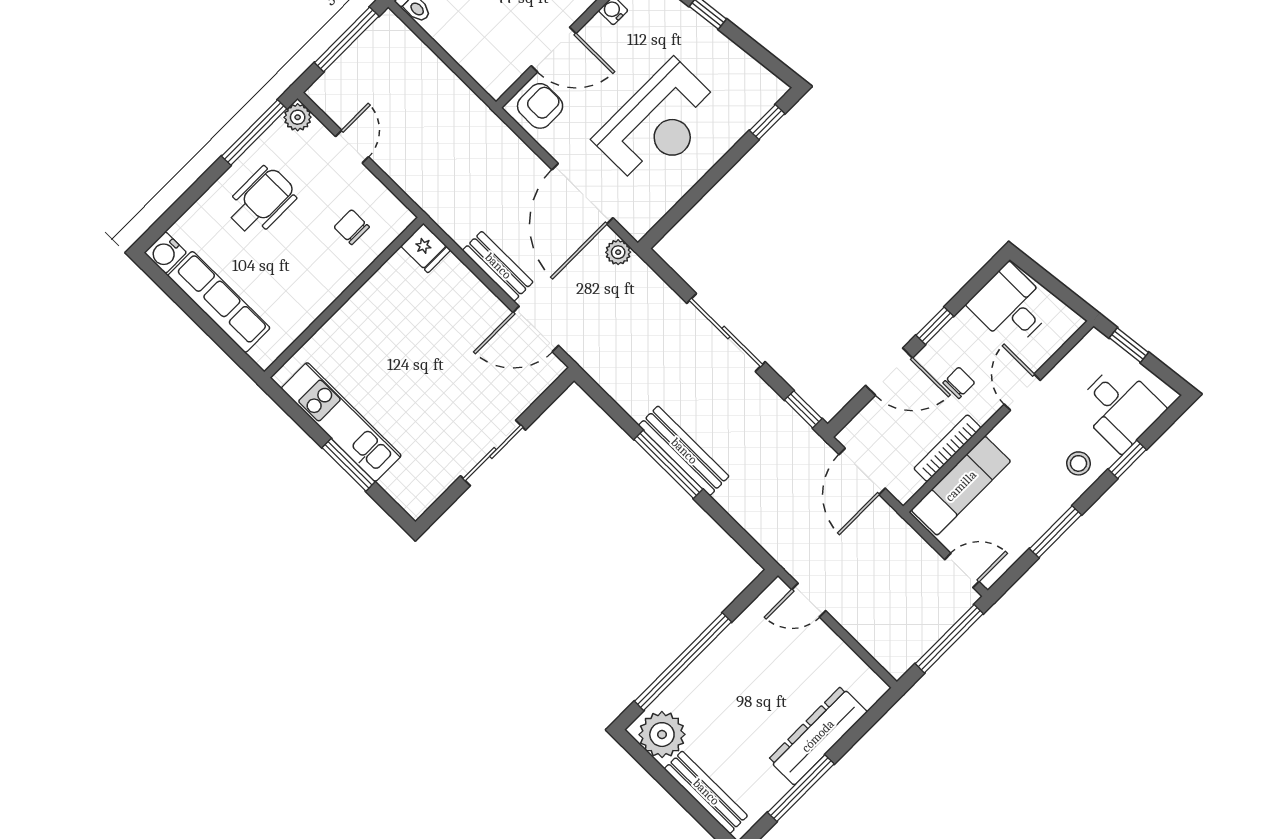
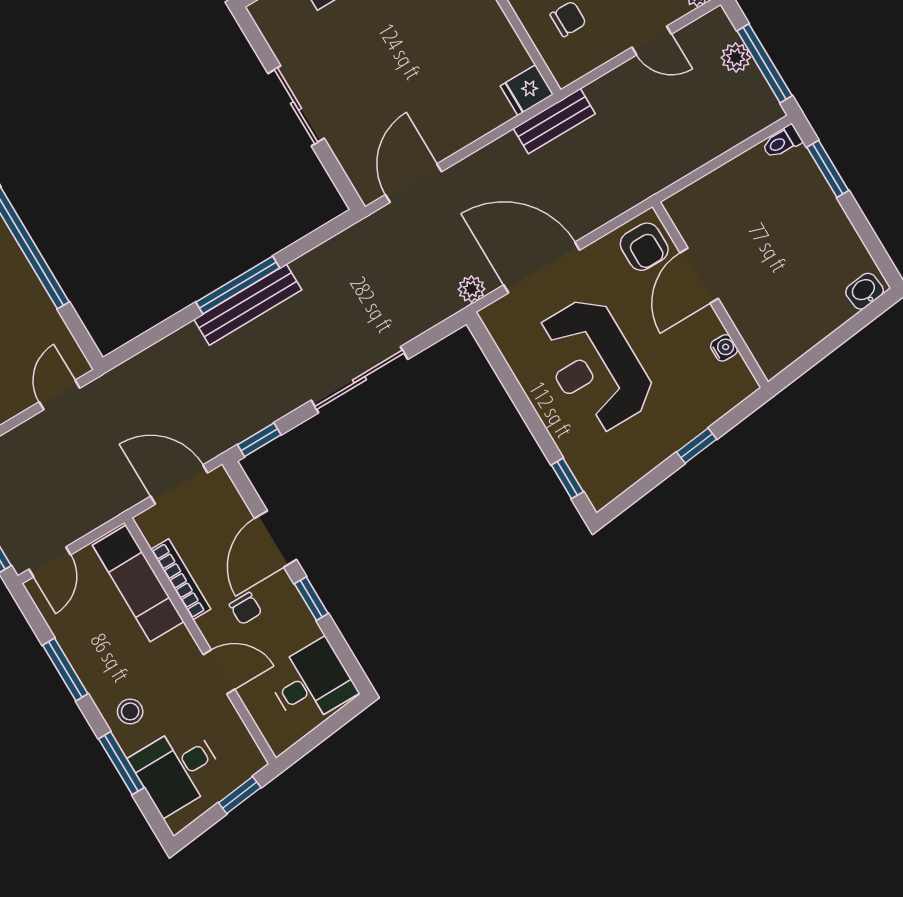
plant: (348, 67) -> (736, 57), added
bench: (498, 266) -> (554, 121), moved
window: (1127, 459) -> (121, 763), width x1.50

